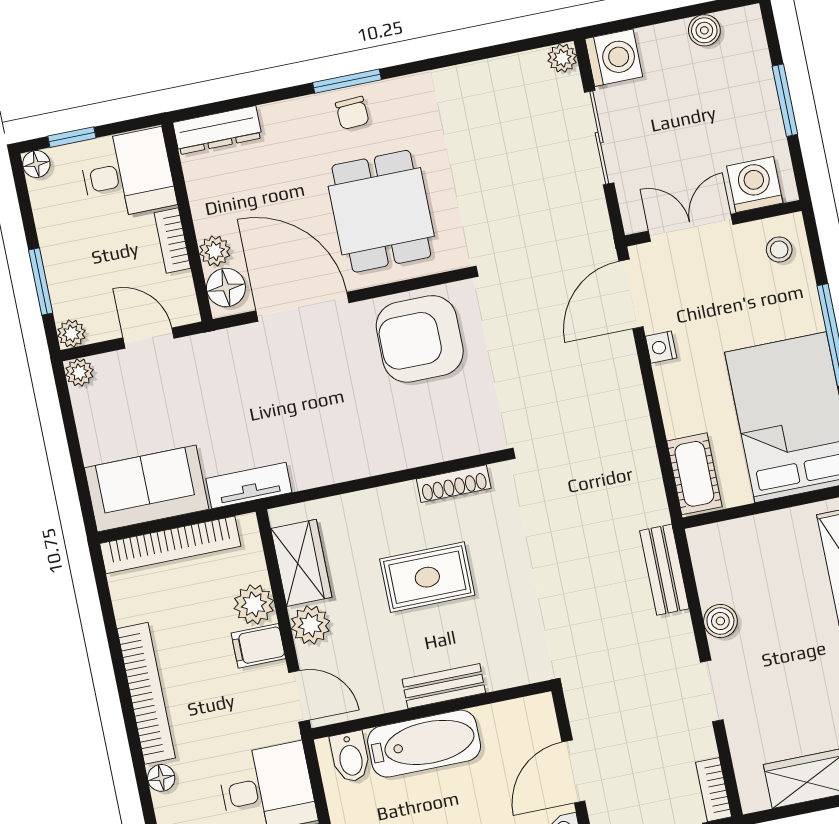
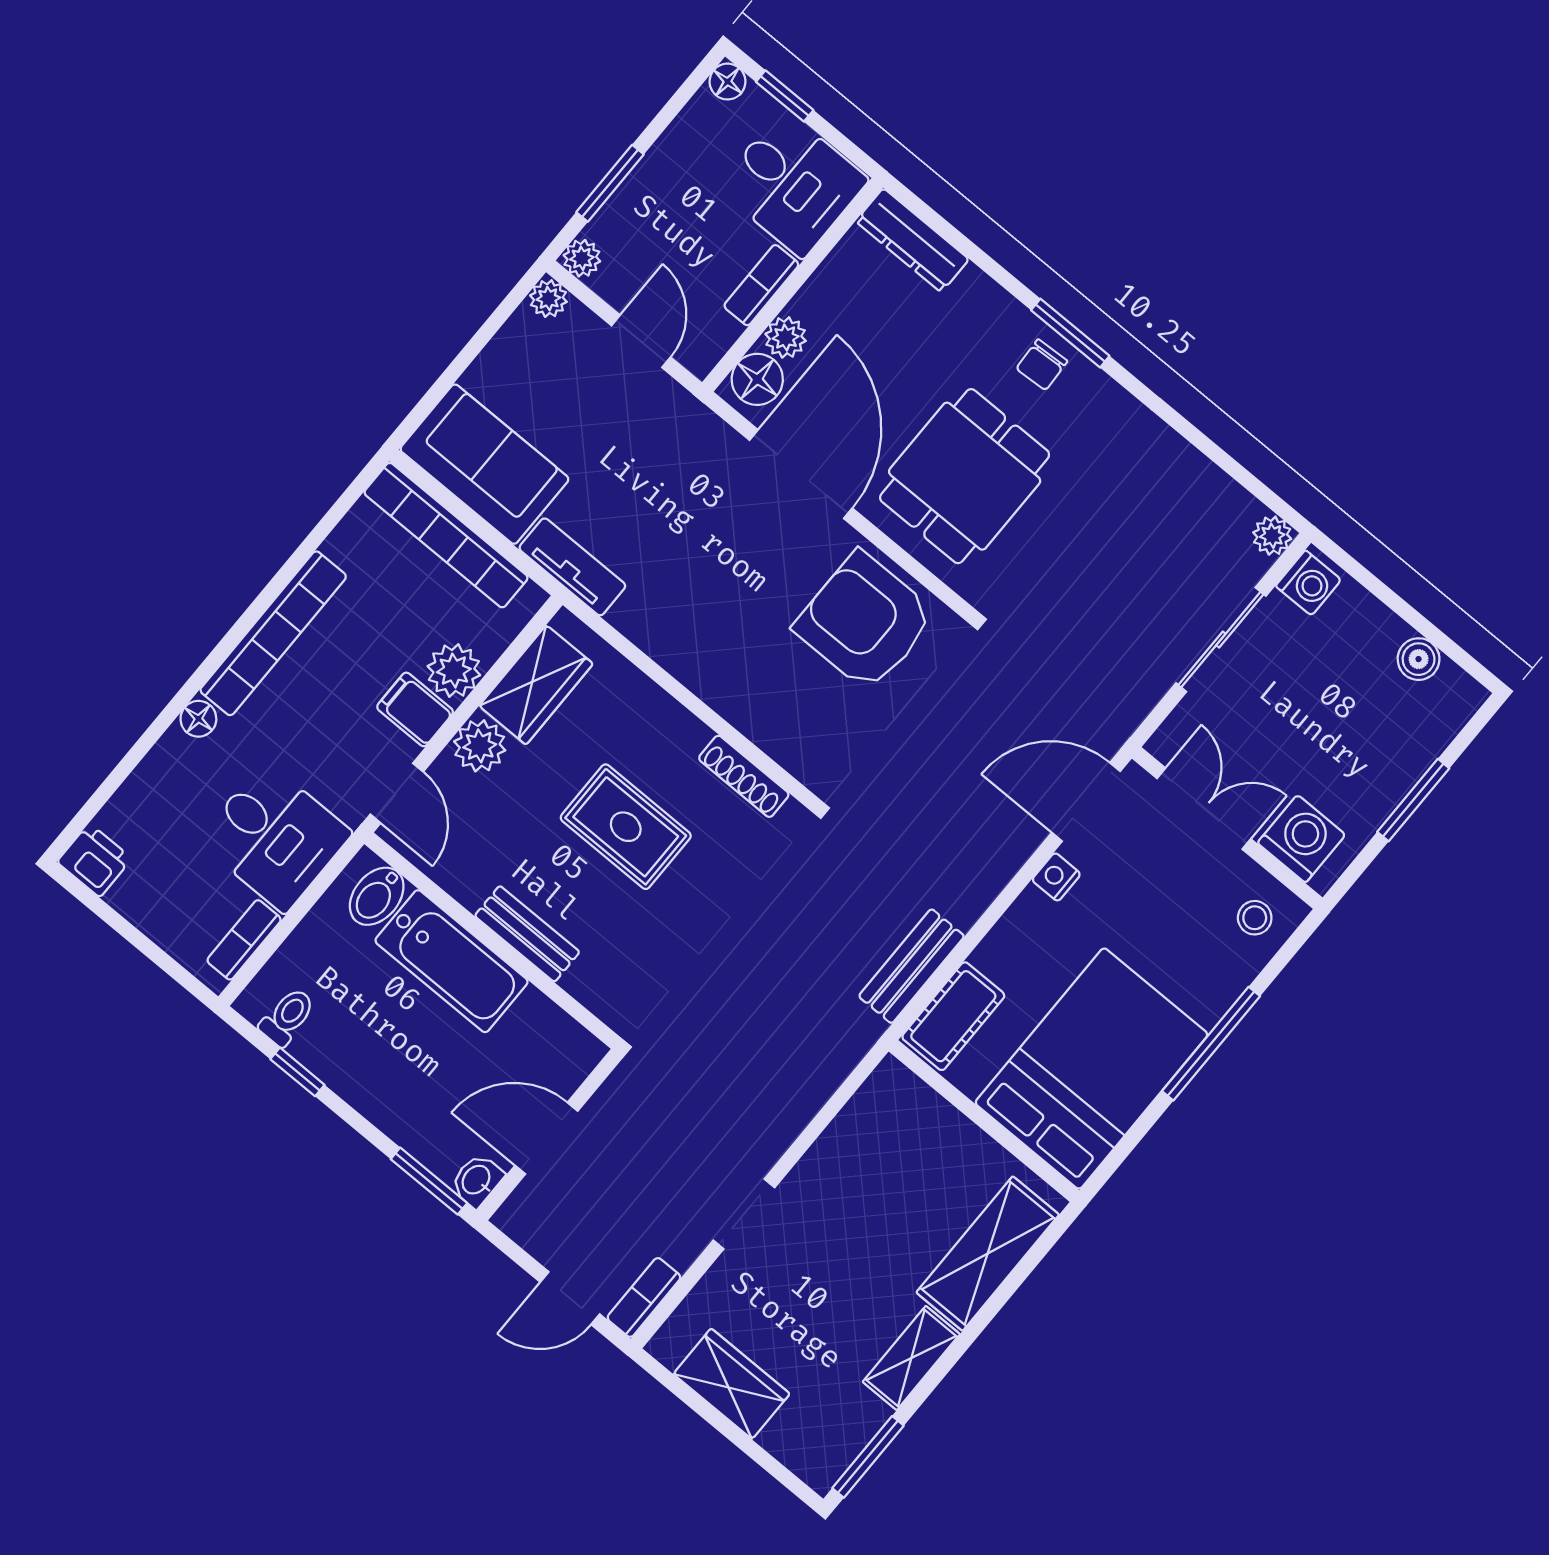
washing machine: (614, 58) -> (1308, 583), width x0.73, depth x0.73
bench: (664, 570) -> (912, 966), moved
boiler: (720, 621) -> (823, 1165), removed

